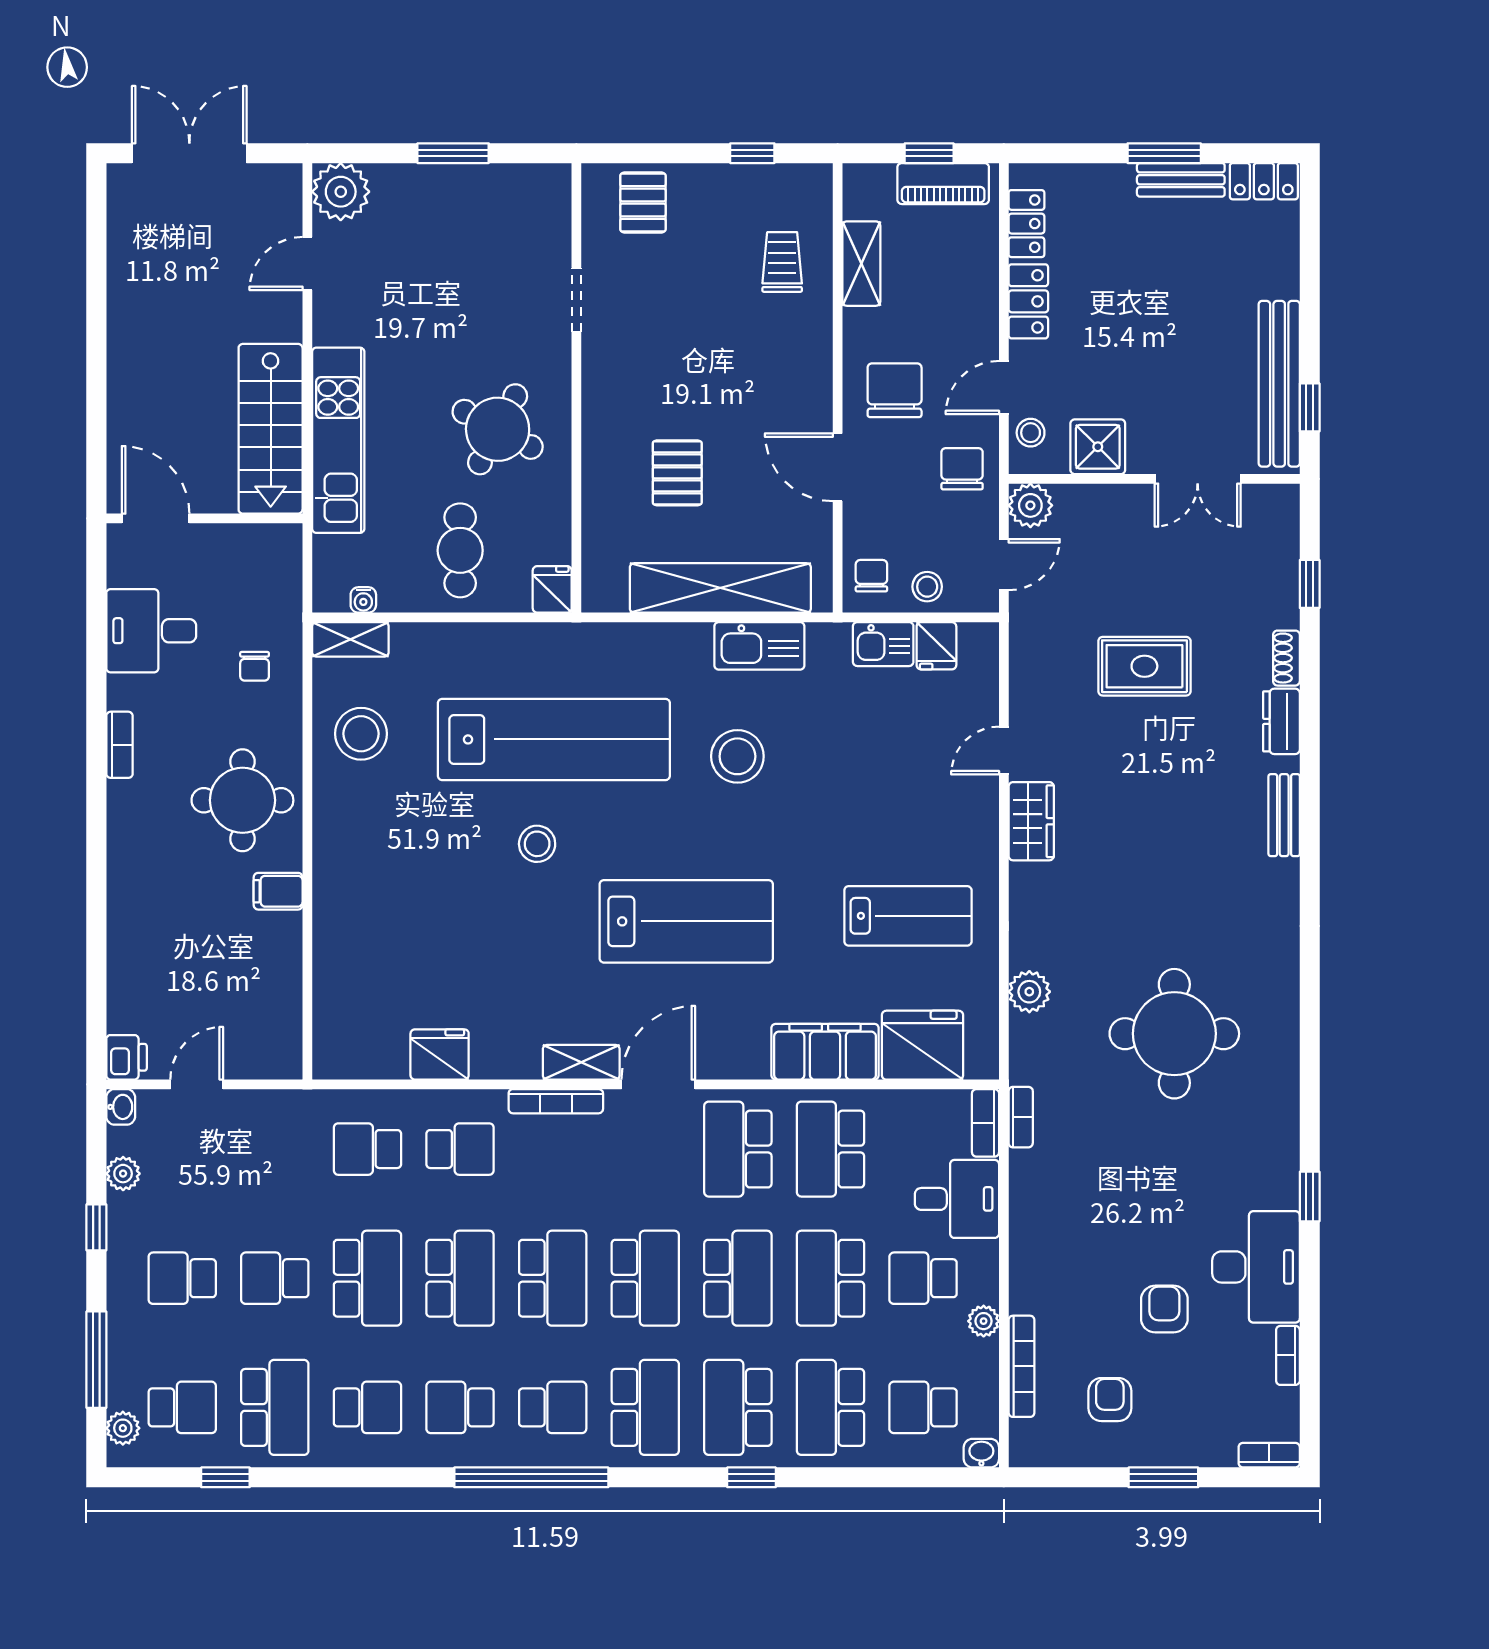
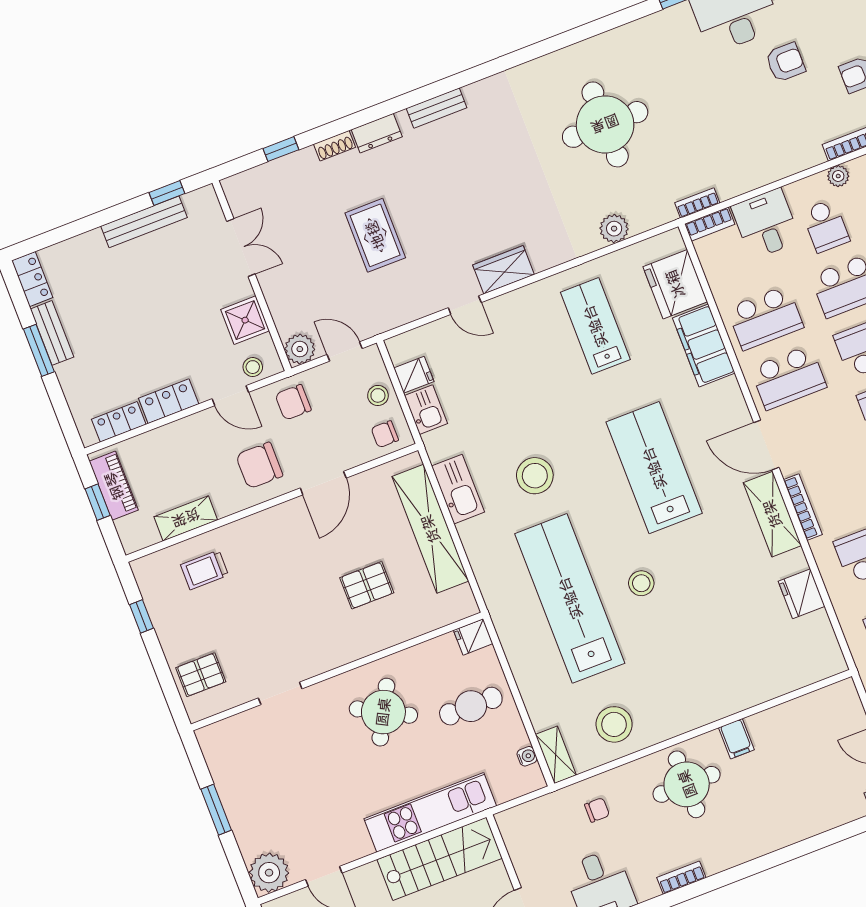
bench: (1279, 384) -> (144, 222), width x0.73, depth x0.82
shelving: (581, 1062) -> (772, 514), width x1.50, depth x1.33
armchair: (1164, 1309) -> (785, 62), turned 180

